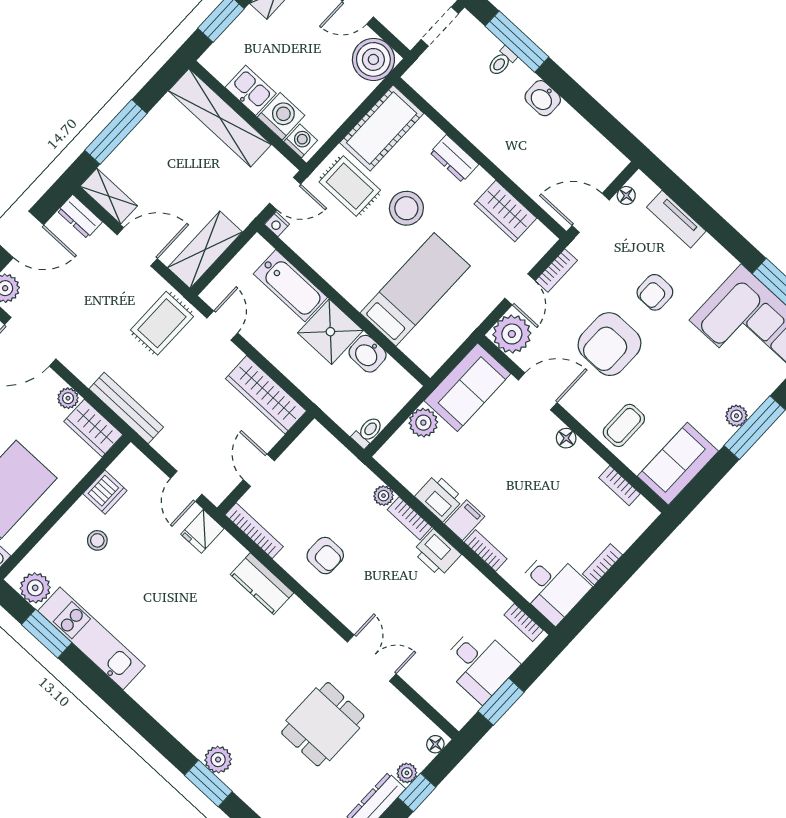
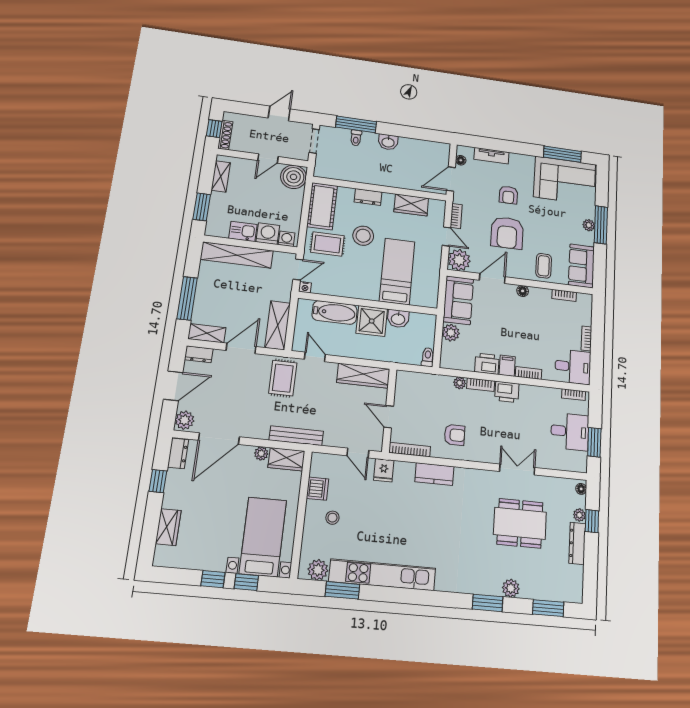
kitchen unit: (91, 638) -> (382, 575), width x1.36
dining table: (323, 724) -> (520, 523), width x1.38
plant: (218, 760) -> (511, 588), moved

